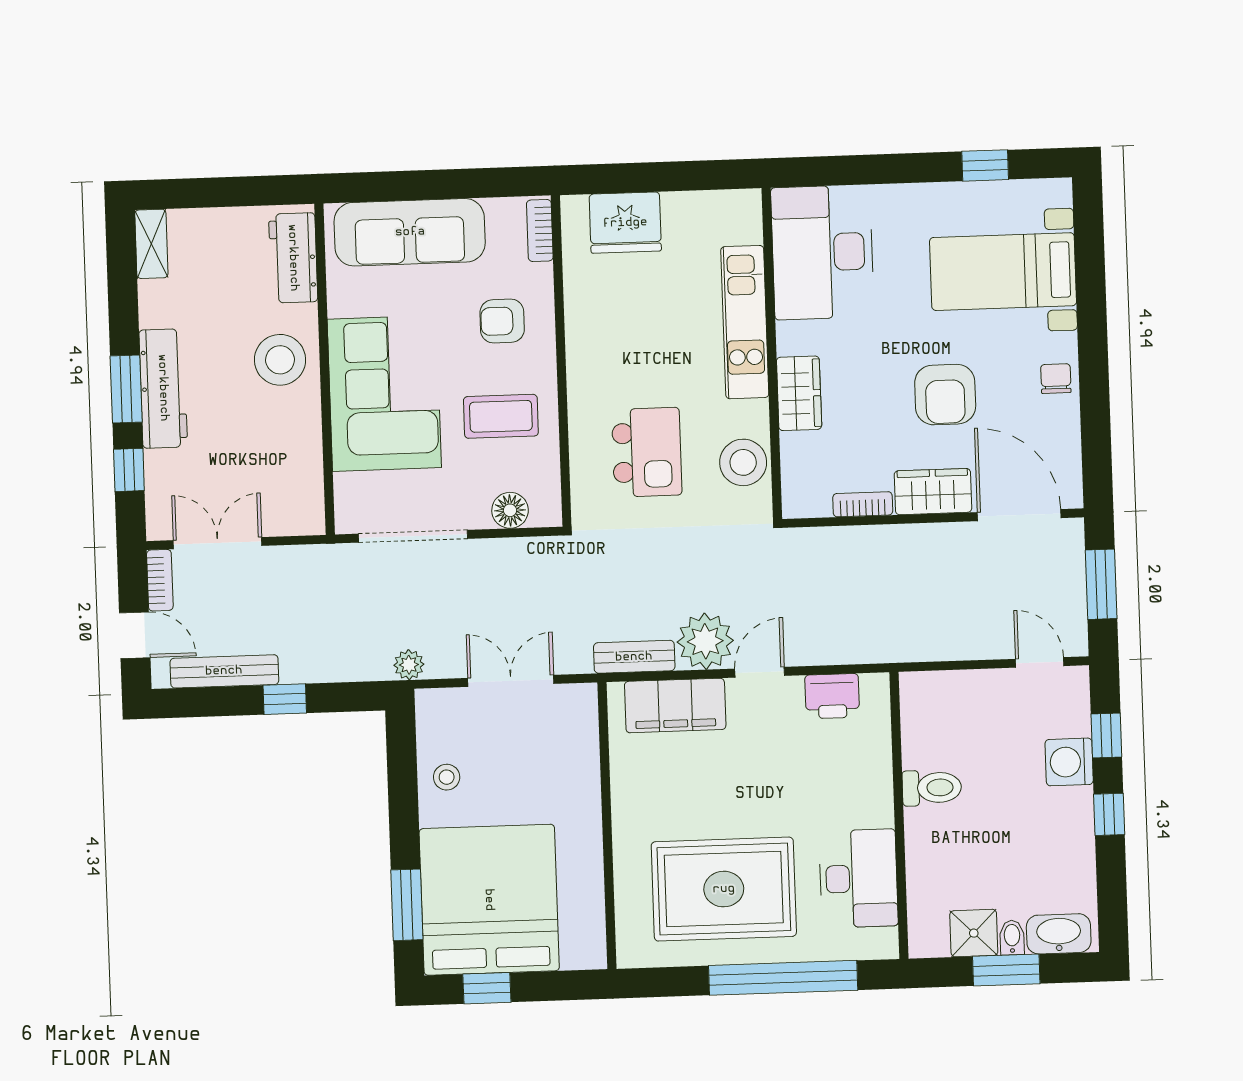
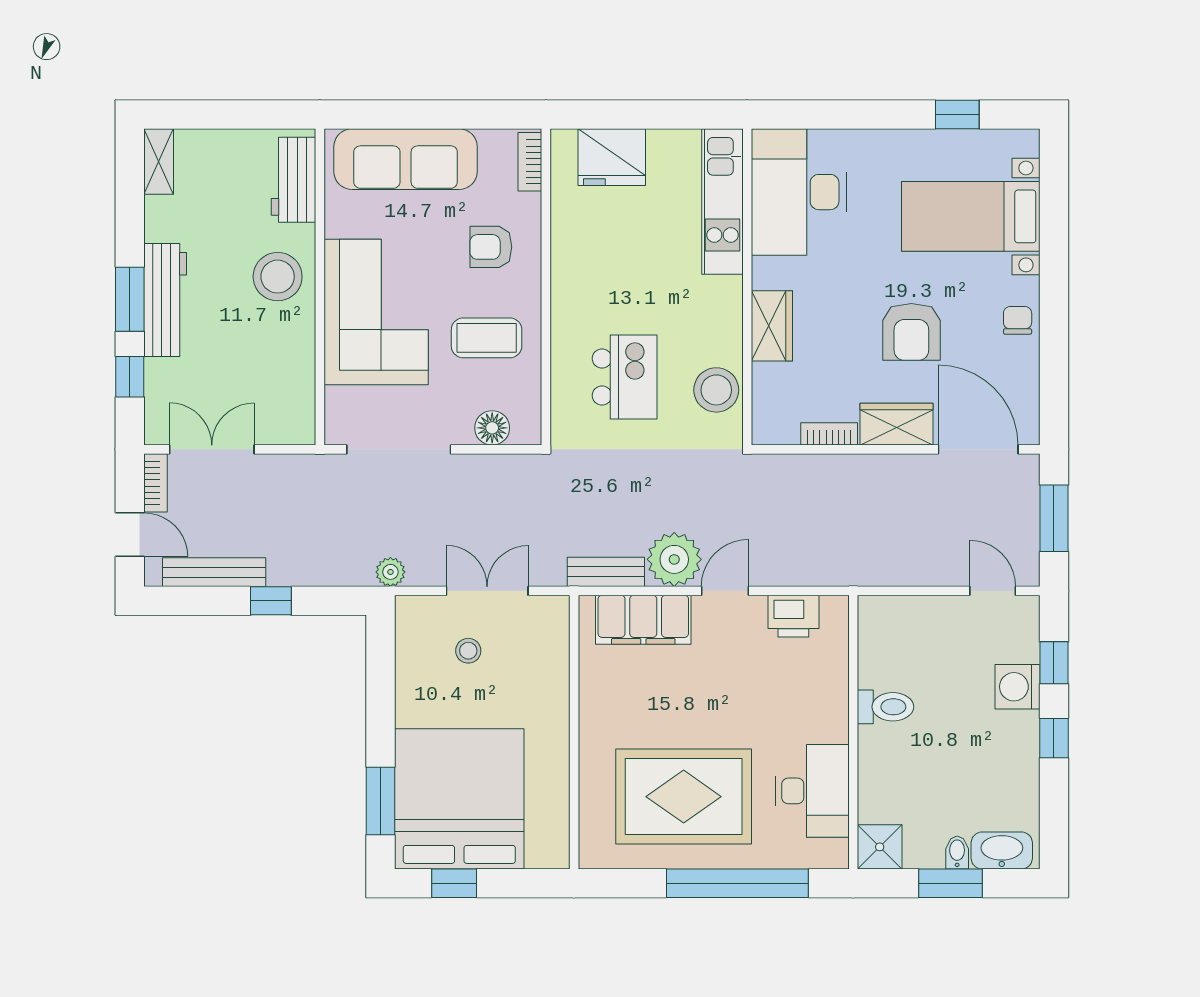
kitchen unit: (745, 322) -> (722, 201), moved
stool: (447, 777) -> (468, 651), moved
shower: (974, 933) -> (880, 847), moved

